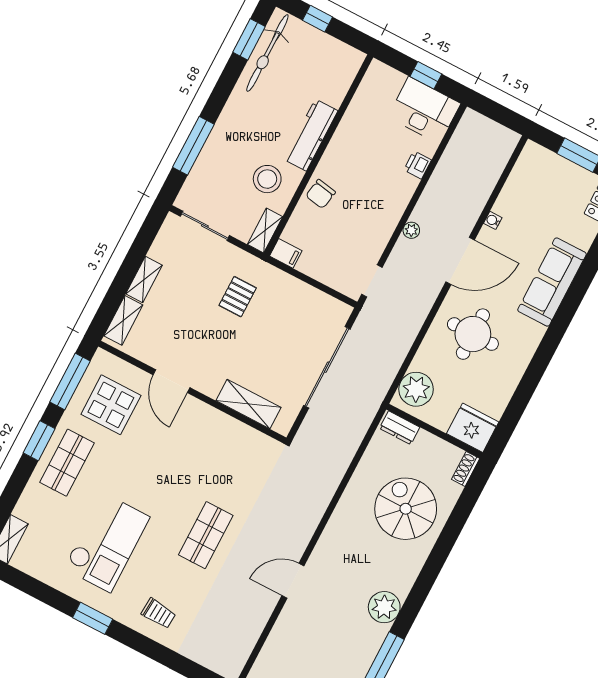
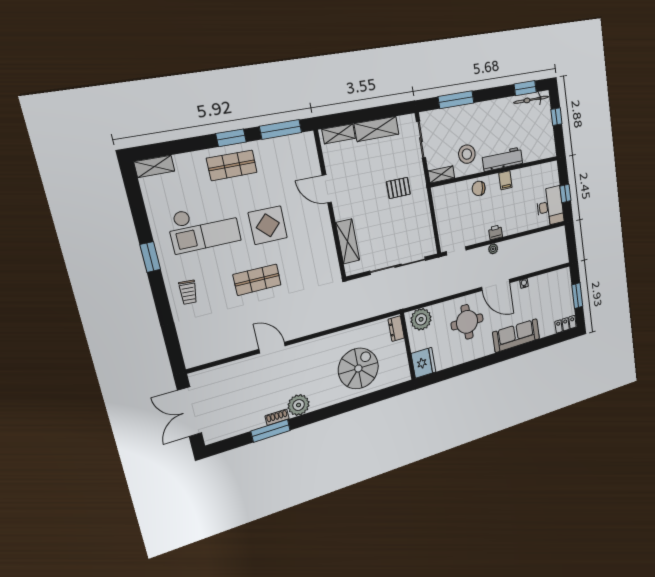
bicycle: (267, 53) -> (531, 100), width x0.73, depth x0.71
printer: (418, 165) -> (495, 232), moved
filing cabinet: (286, 253) -> (505, 180), moved
shelving: (144, 279) -> (377, 129), width x1.50, depth x1.33
door: (172, 381) -> (327, 189), hinge flipped
display table: (111, 405) -> (268, 225), moved
shoe rack: (466, 469) -> (277, 417), moved

